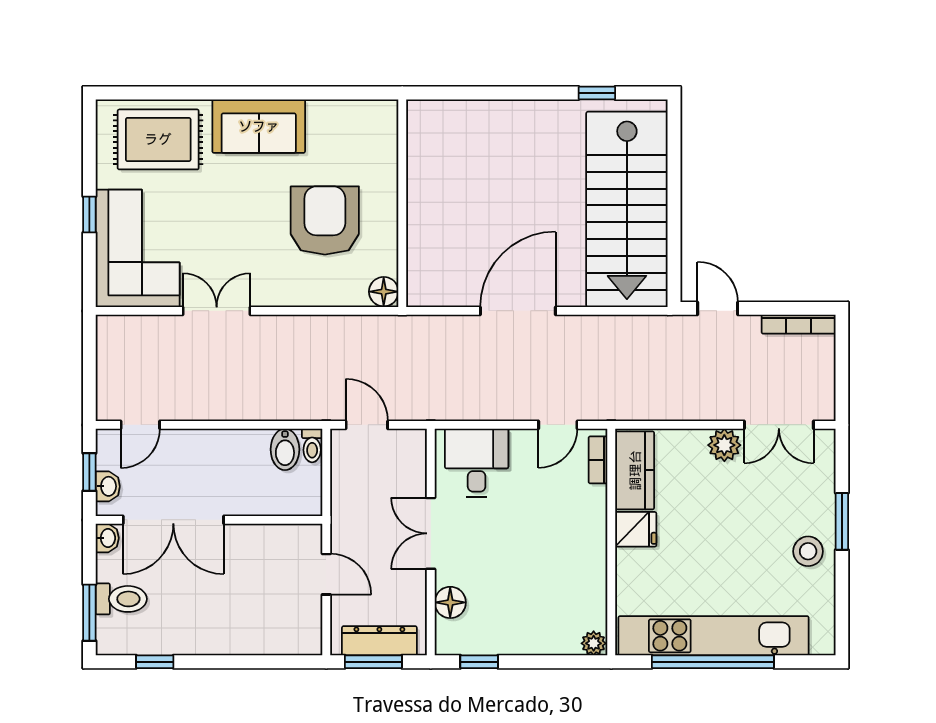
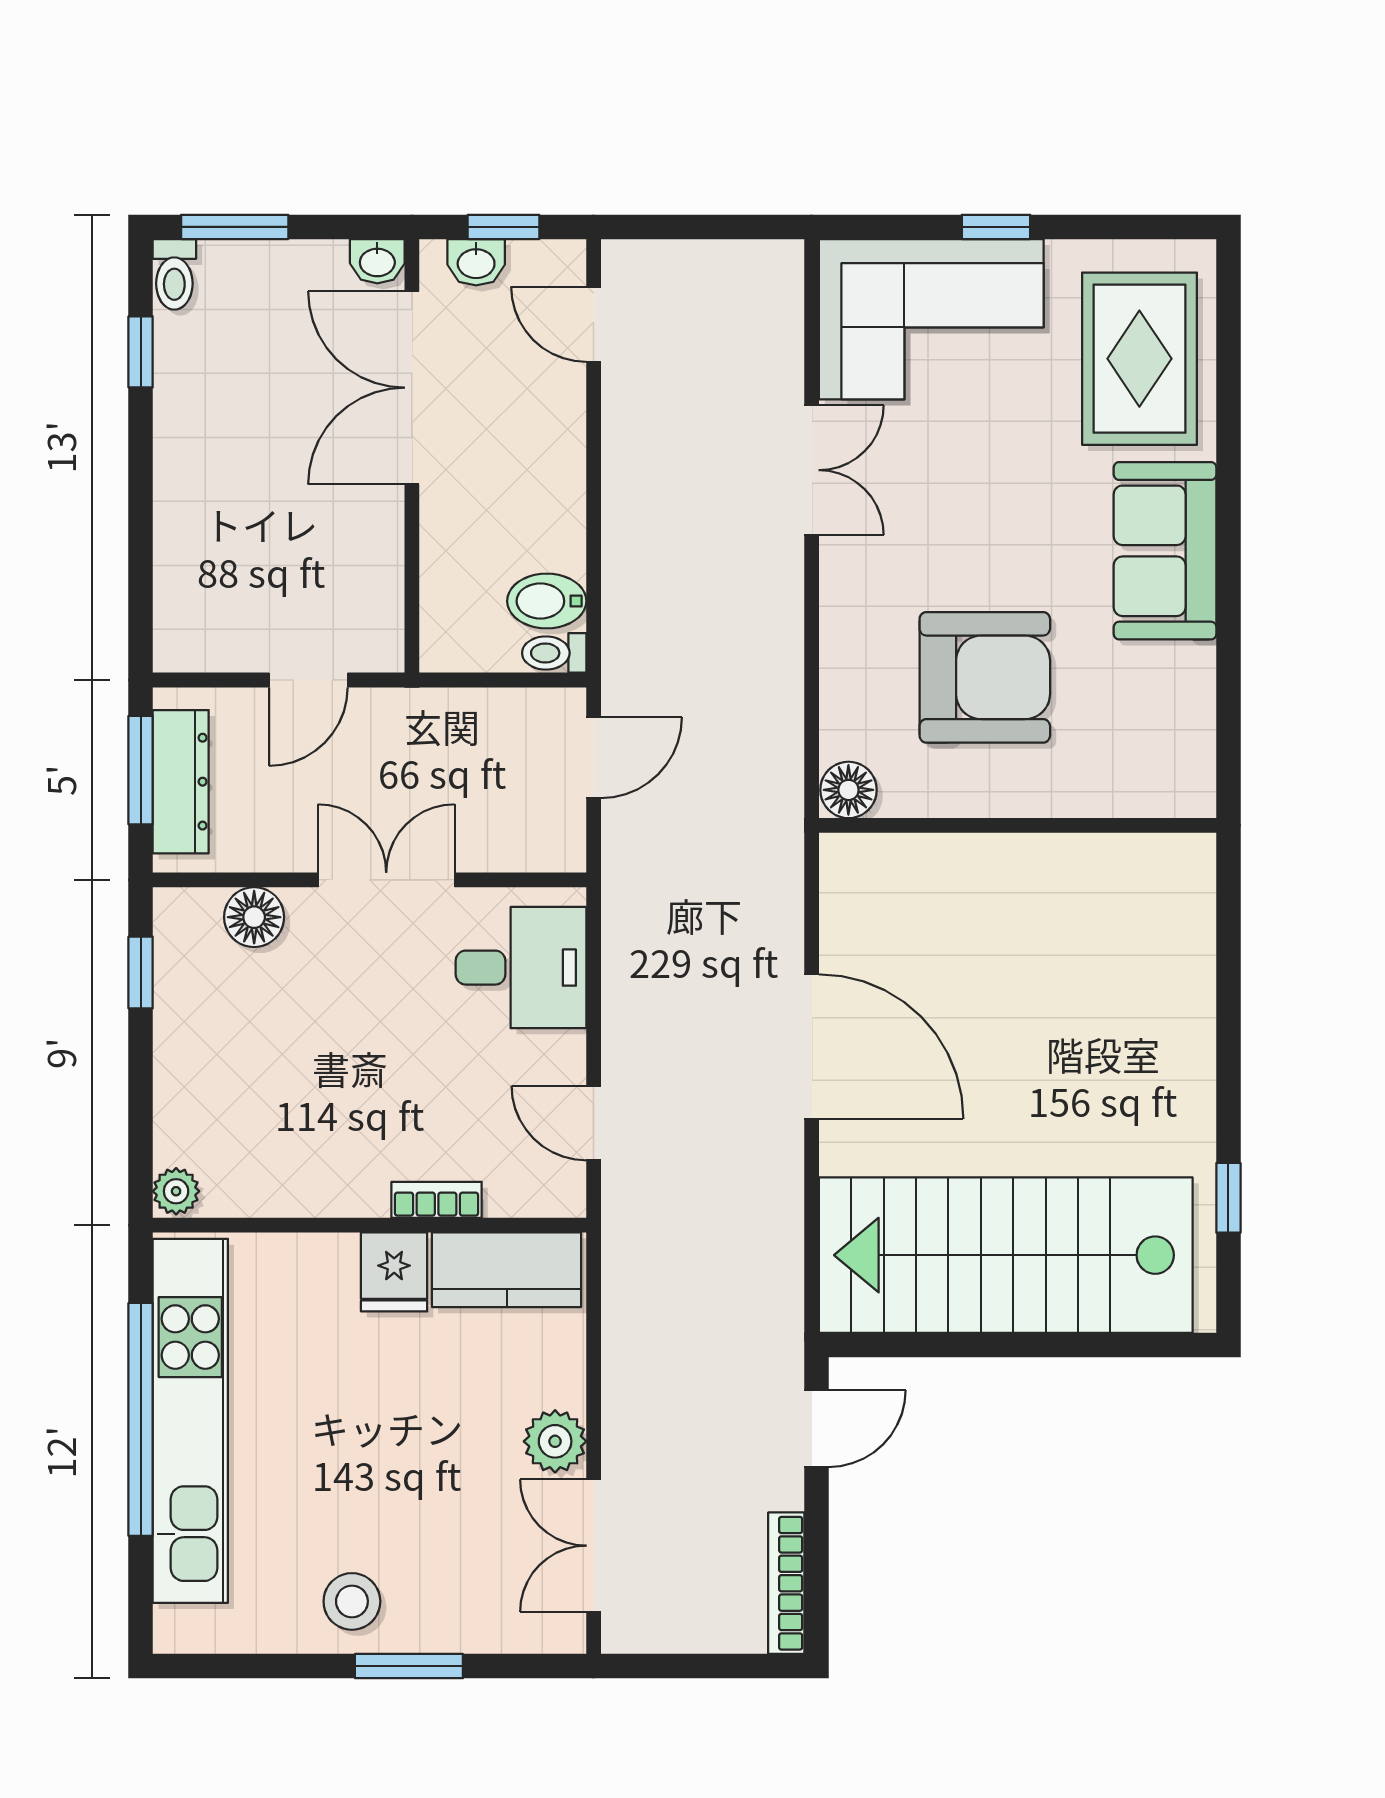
bookcase: (598, 460) -> (437, 1200), moved
toilet: (121, 599) -> (174, 274), moved, width x0.73, depth x0.72

